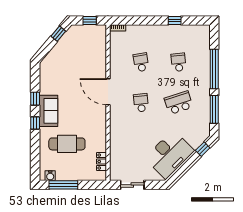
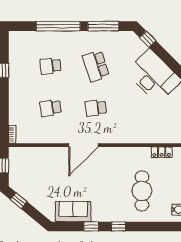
sofa: (48, 111) -> (73, 212), moved

